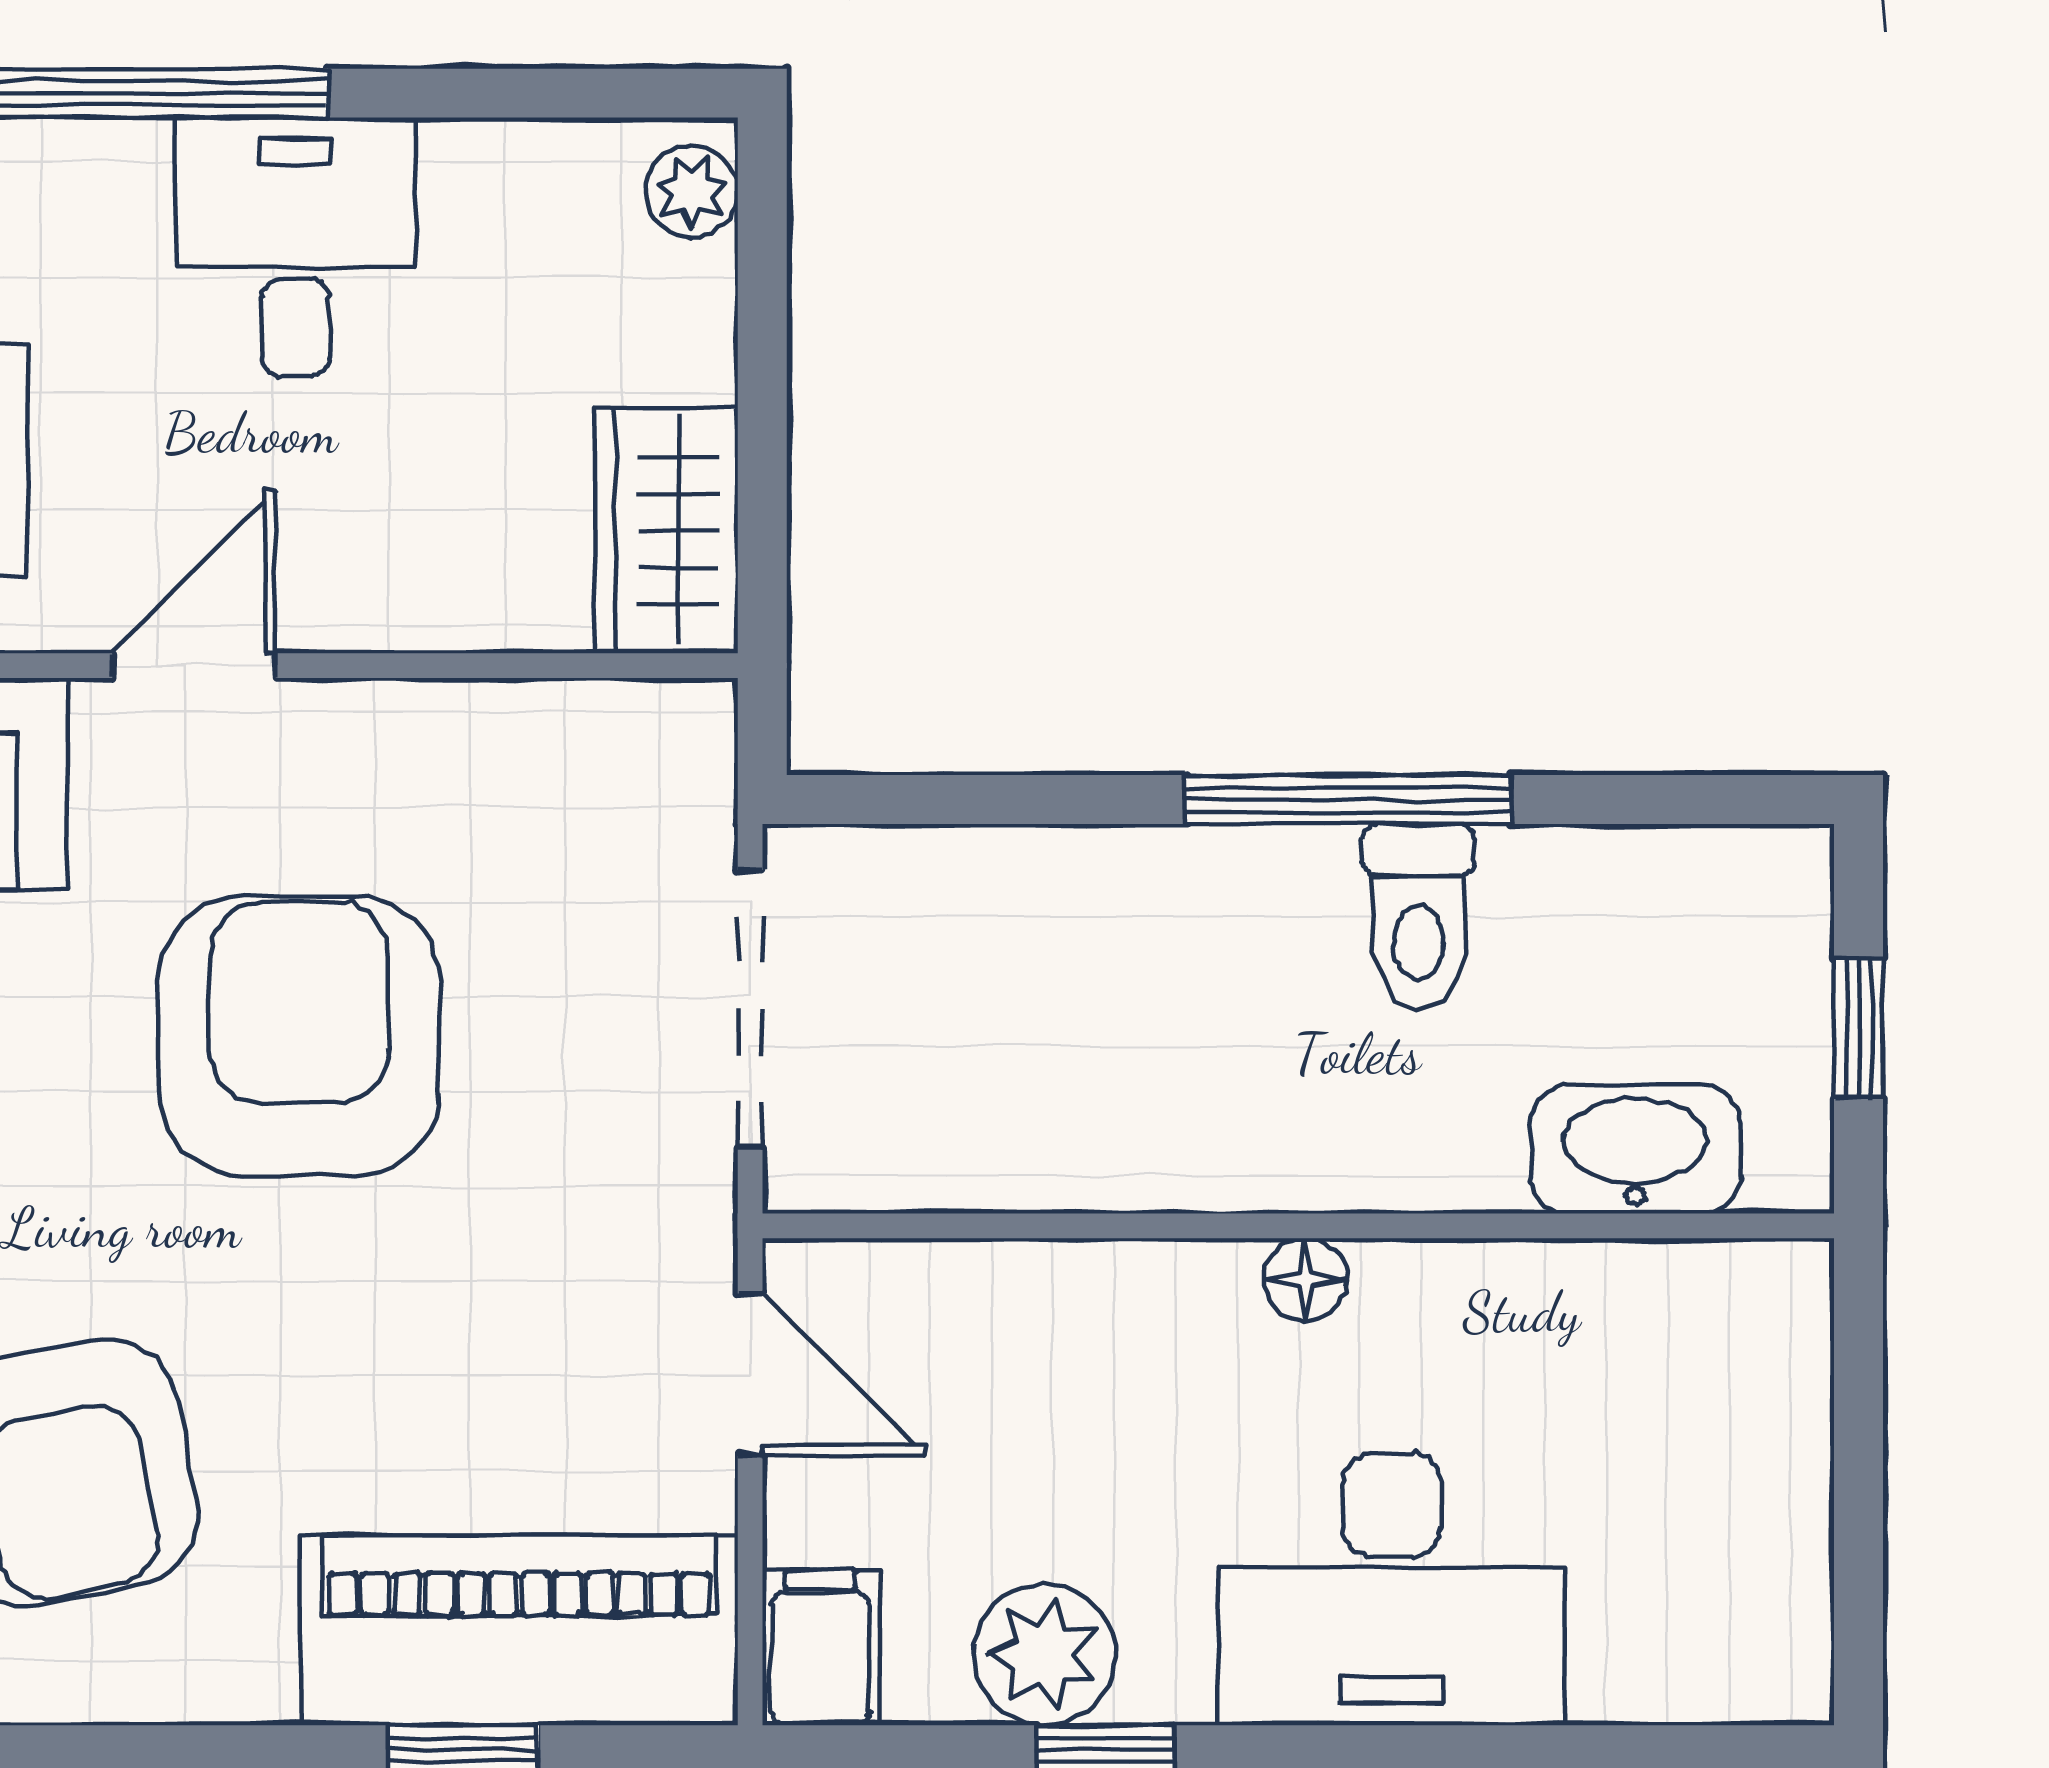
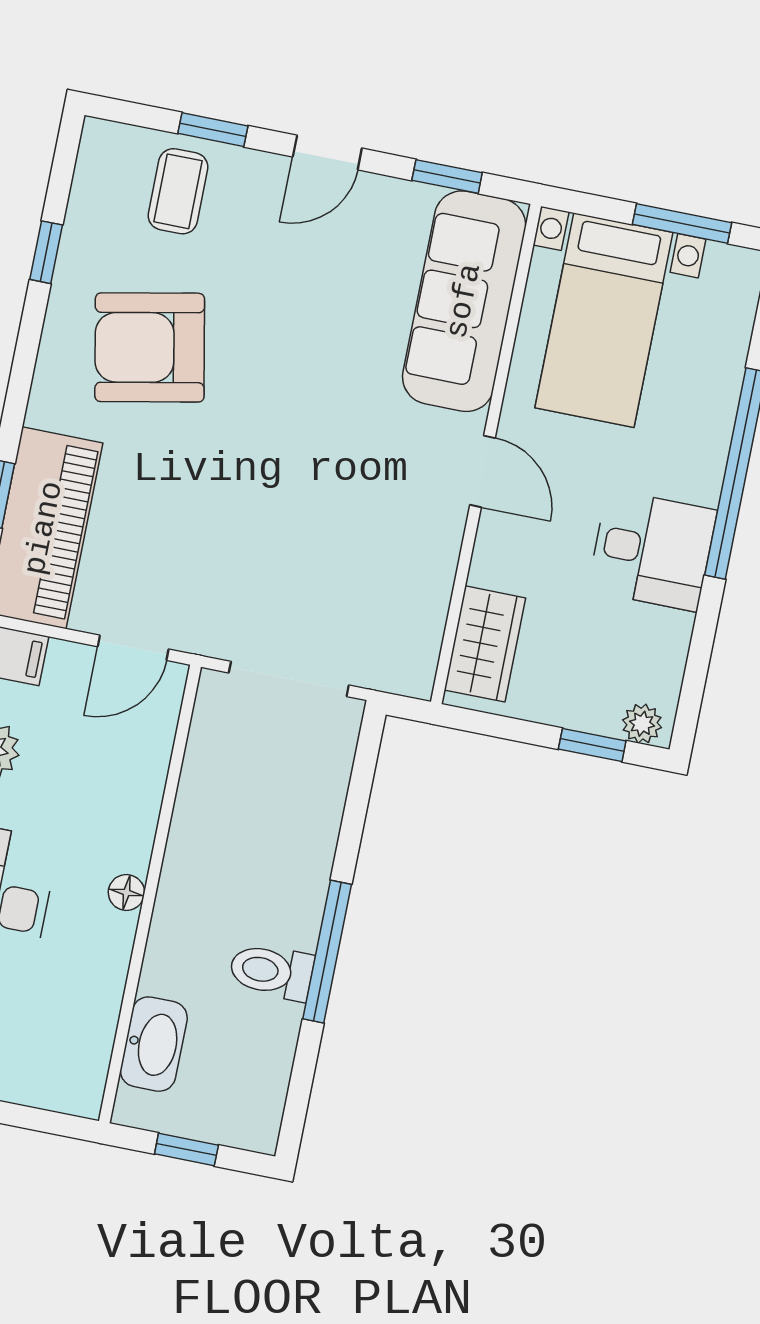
window: (762, 295) -> (592, 745), added
wardrobe: (667, 531) -> (485, 644), moved, turned 90
armchair: (299, 1036) -> (316, 484), removed

